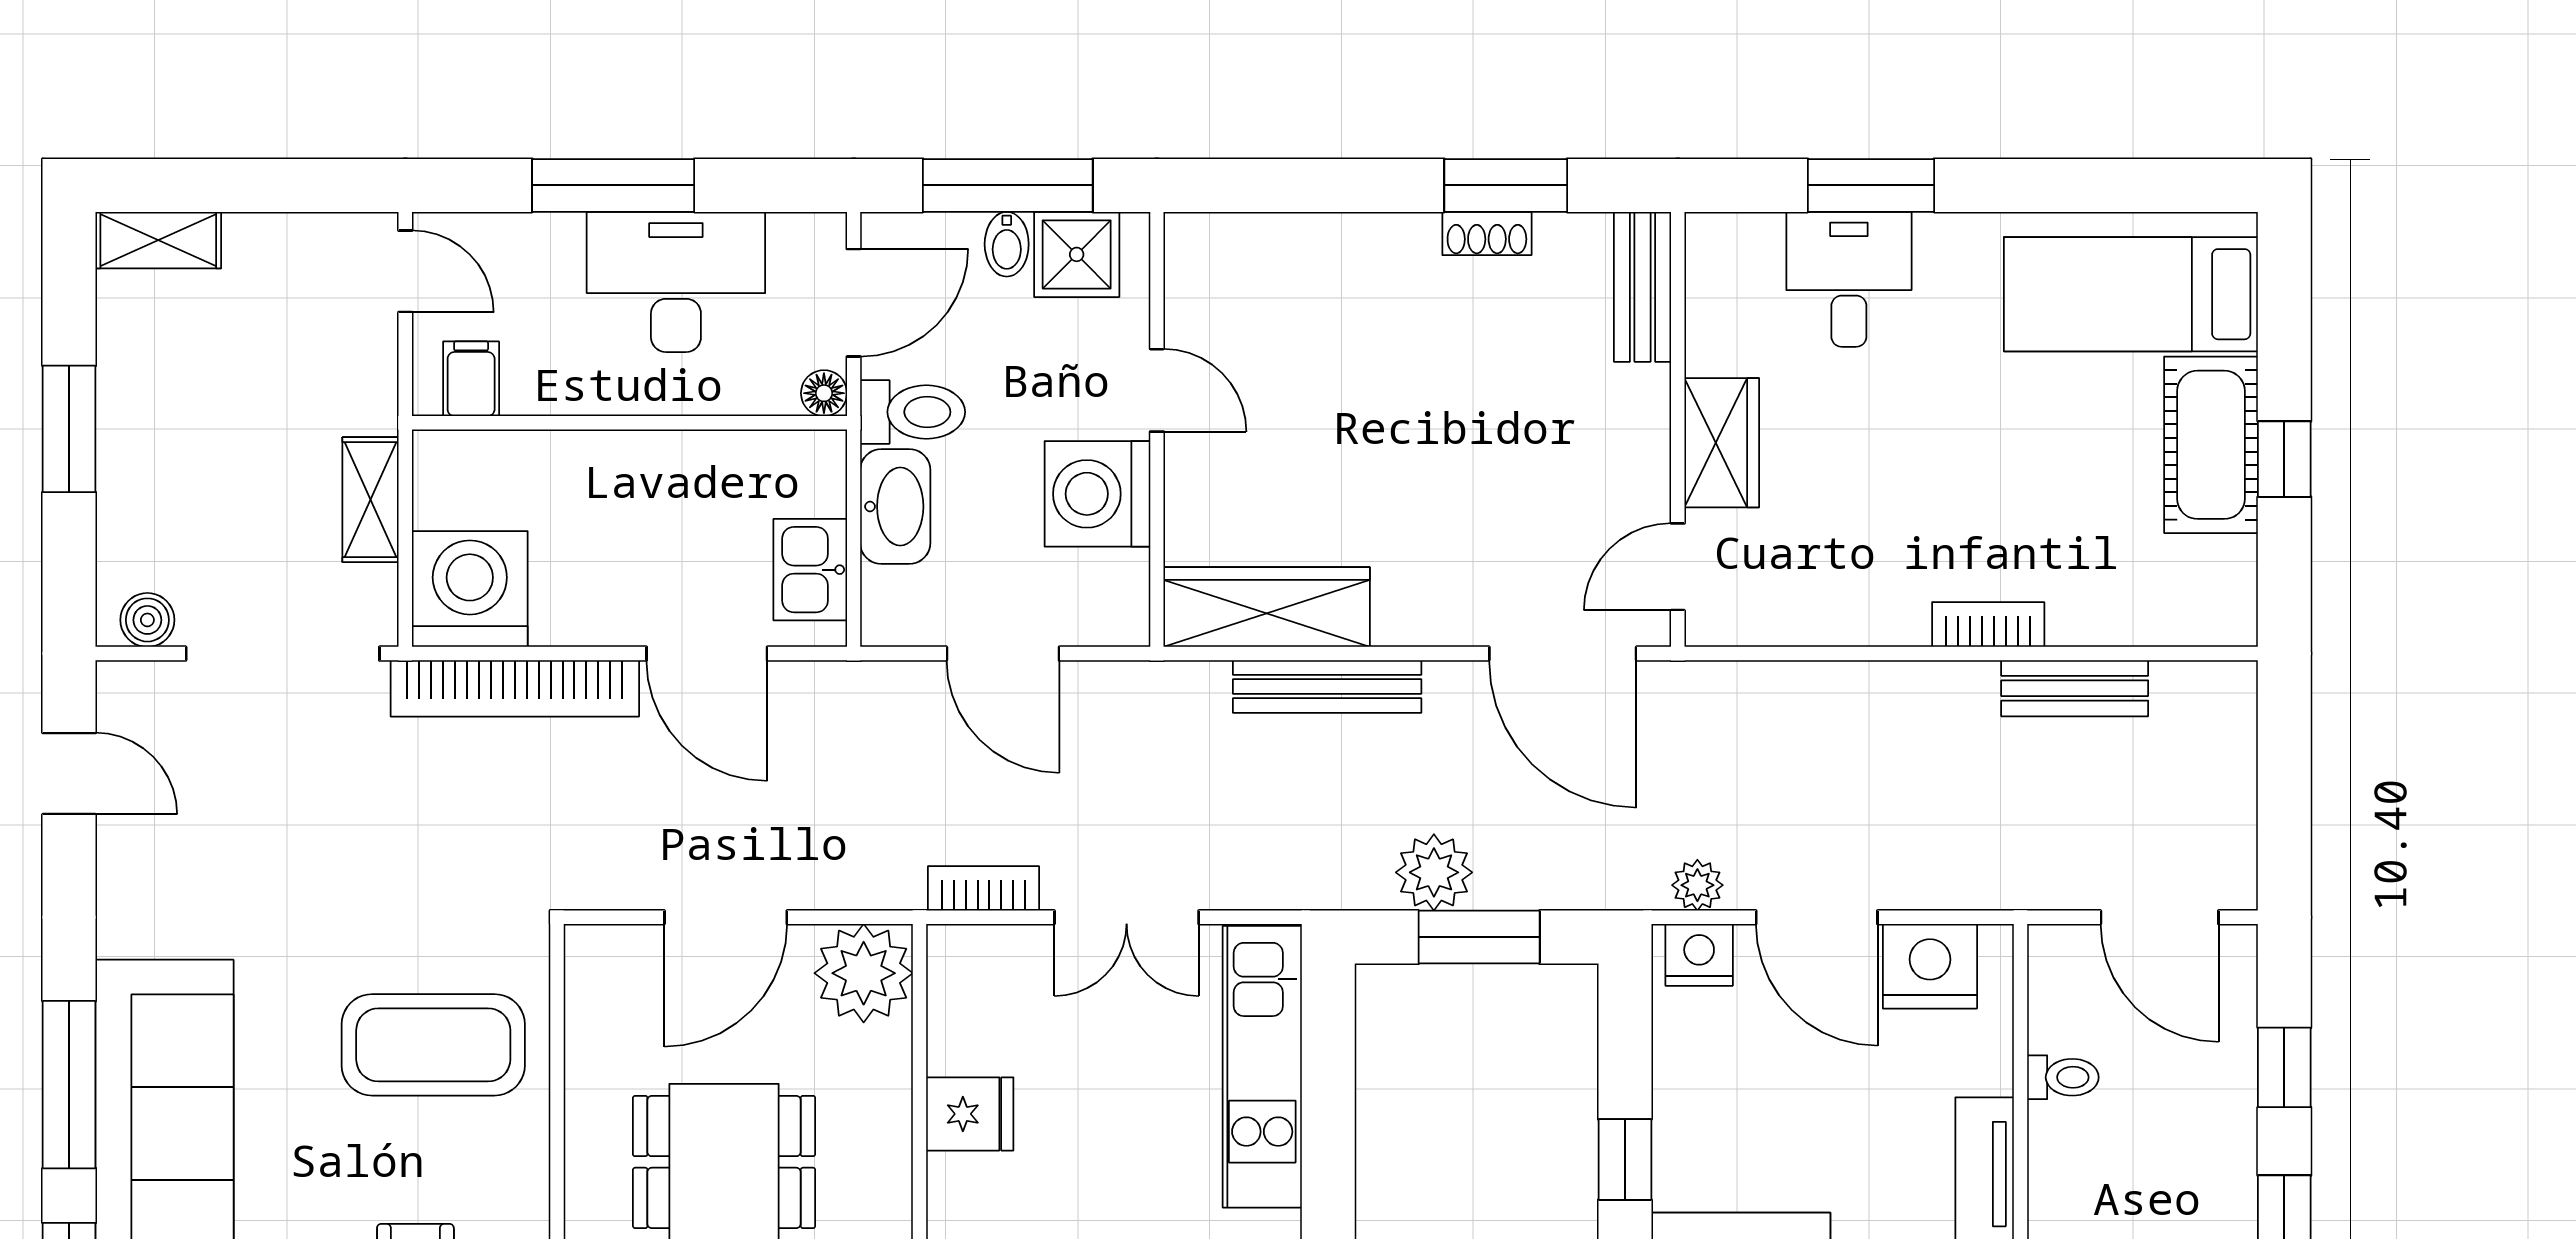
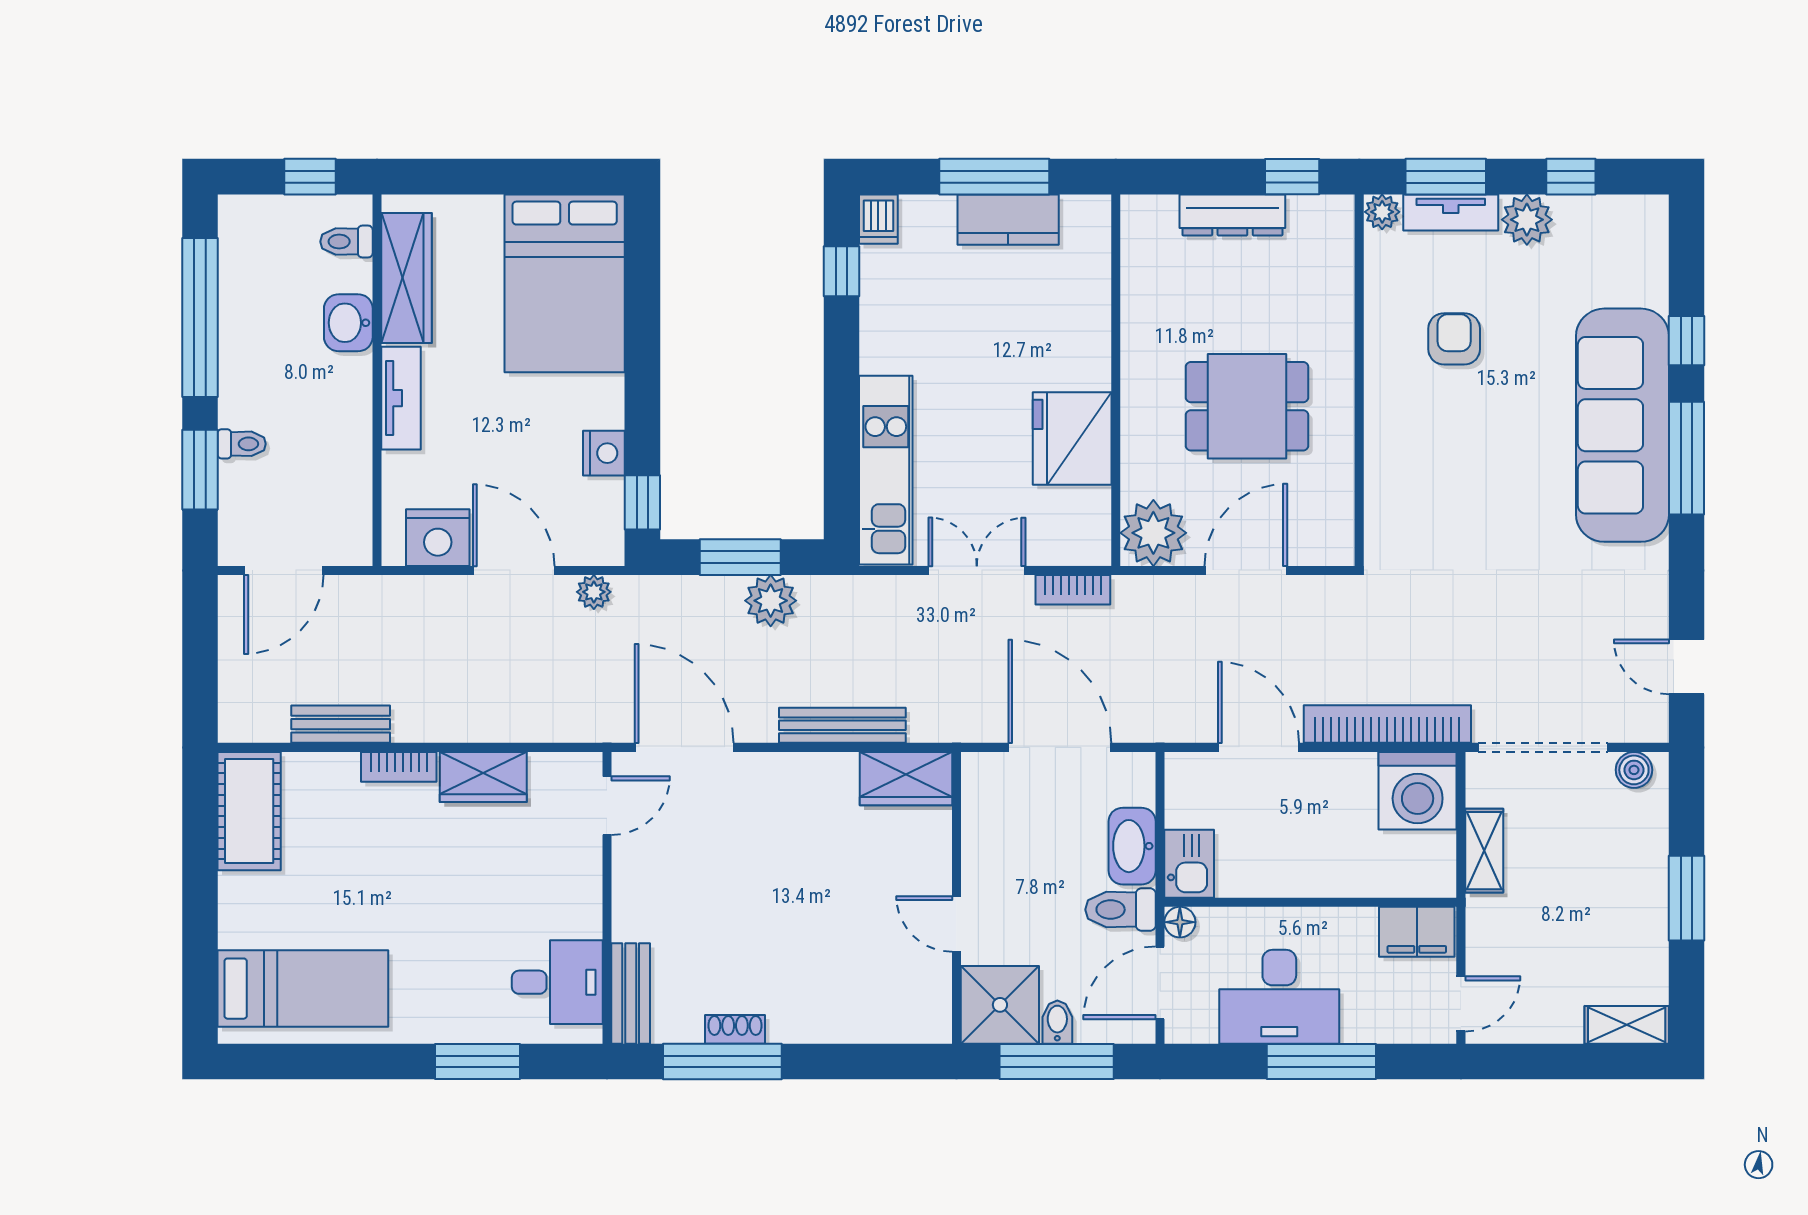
window: (1506, 185) -> (722, 1062), width x1.44
shower: (1077, 254) -> (1000, 1005), width x1.36, depth x1.36
door: (405, 271) -> (1461, 1004), swing flipped
desk: (1849, 279) -> (557, 982), moved, turned -90
filing cabinet: (471, 379) -> (1417, 932), width x2.00
wardrobe: (1722, 443) -> (483, 777), moved, turned -90
cot: (2211, 445) -> (249, 811), moved
window: (2284, 459) -> (200, 878), removed
washing machine: (1097, 494) -> (996, 855), removed
kitchen sink: (810, 570) -> (1189, 864), moved
wardrobe: (1267, 607) -> (906, 779), width x0.67
door: (1003, 654) -> (1060, 747), width x1.36
door: (2160, 917) -> (284, 570), swing flipped
nightstand: (1699, 955) -> (604, 453), moved, turned -90
coffee table: (433, 1045) -> (1442, 485), removed
window: (2284, 1067) -> (200, 470), width x1.50
toilet: (2063, 1077) -> (242, 444), moved, turned 180
fridge: (970, 1114) -> (1072, 438), width x1.88, depth x1.34
window: (1625, 1159) -> (642, 502), moved

